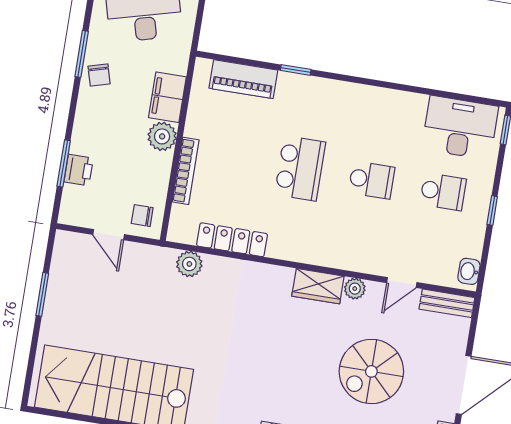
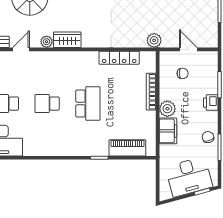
school desk: (300, 168) -> (88, 104), turned 180
printer: (79, 170) -> (211, 103), moved
chair: (142, 216) -> (183, 73), moved
plant: (189, 264) -> (154, 40), moved

